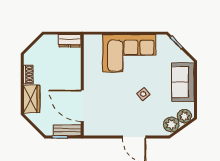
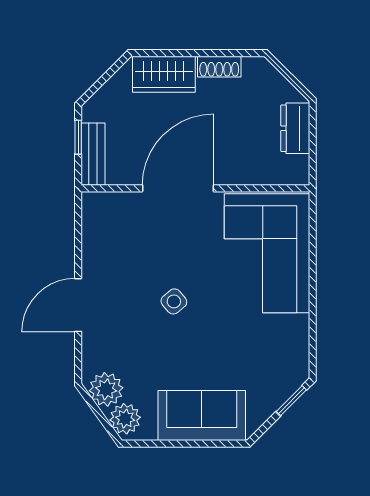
dresser: (70, 41) -> (295, 128), moved
corner sofa: (129, 53) -> (267, 253), moved
side table: (143, 94) -> (174, 301), moved
door: (82, 106) -> (178, 188), moved

